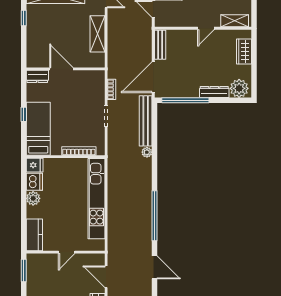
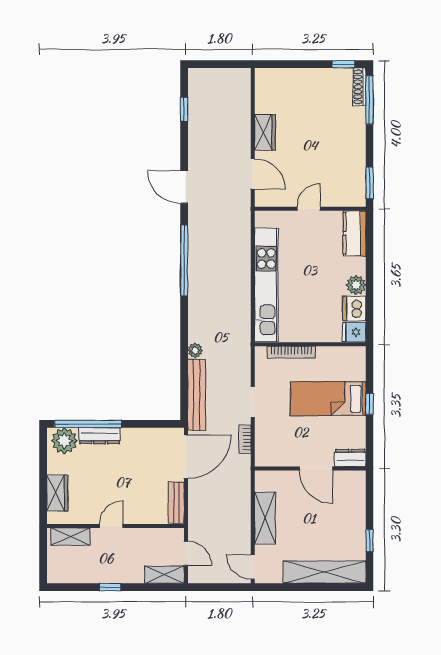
window: (185, 100) -> (88, 424), moved
bed: (38, 129) -> (328, 399), moved, turned 90

